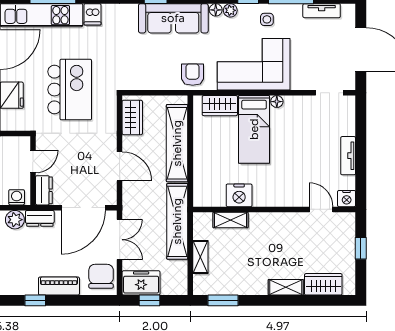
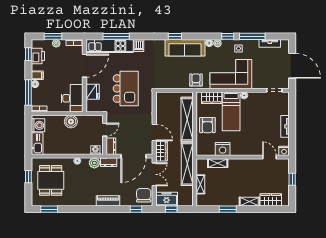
wardrobe: (132, 117) -> (162, 151), moved
armchair: (213, 153) -> (207, 125), added
piano: (59, 286) -> (108, 201), moved
window: (35, 300) -> (136, 209), moved
window: (223, 300) -> (228, 209), moved

